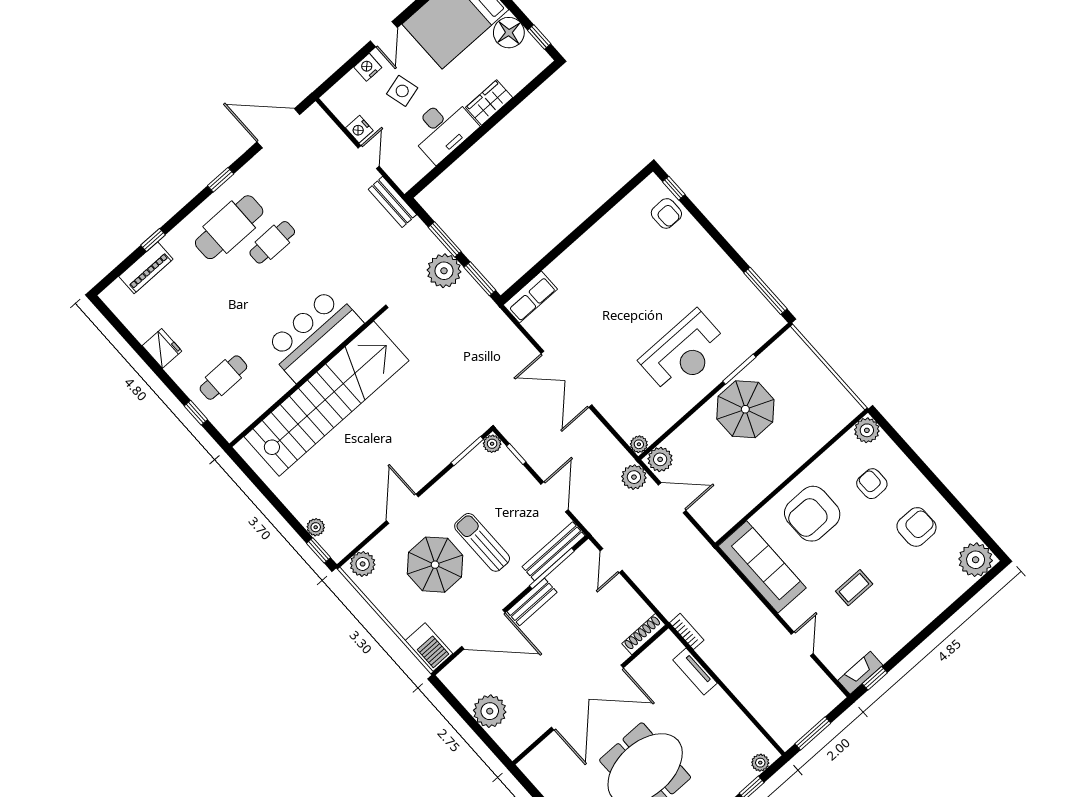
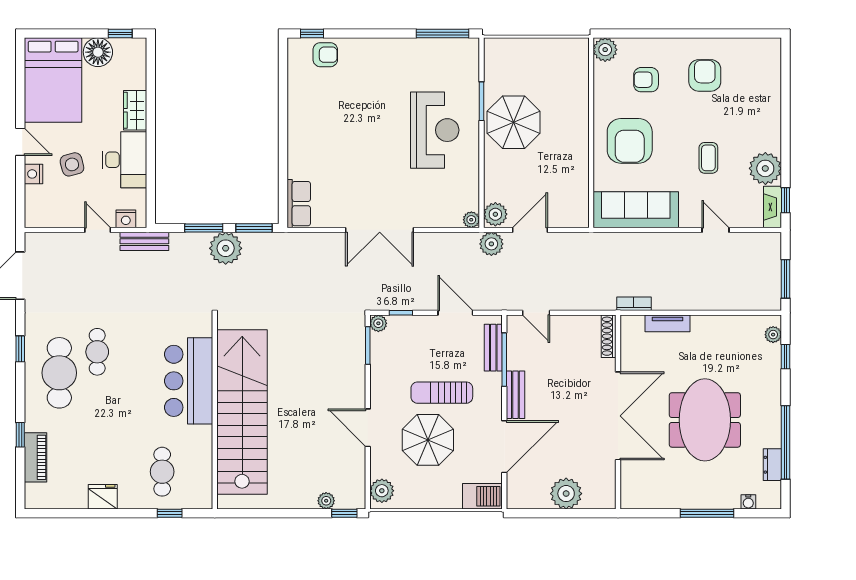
nightstand: (359, 129) -> (126, 219), moved
bench: (554, 551) -> (493, 348), width x0.73
plant: (976, 560) -> (765, 168), moved

